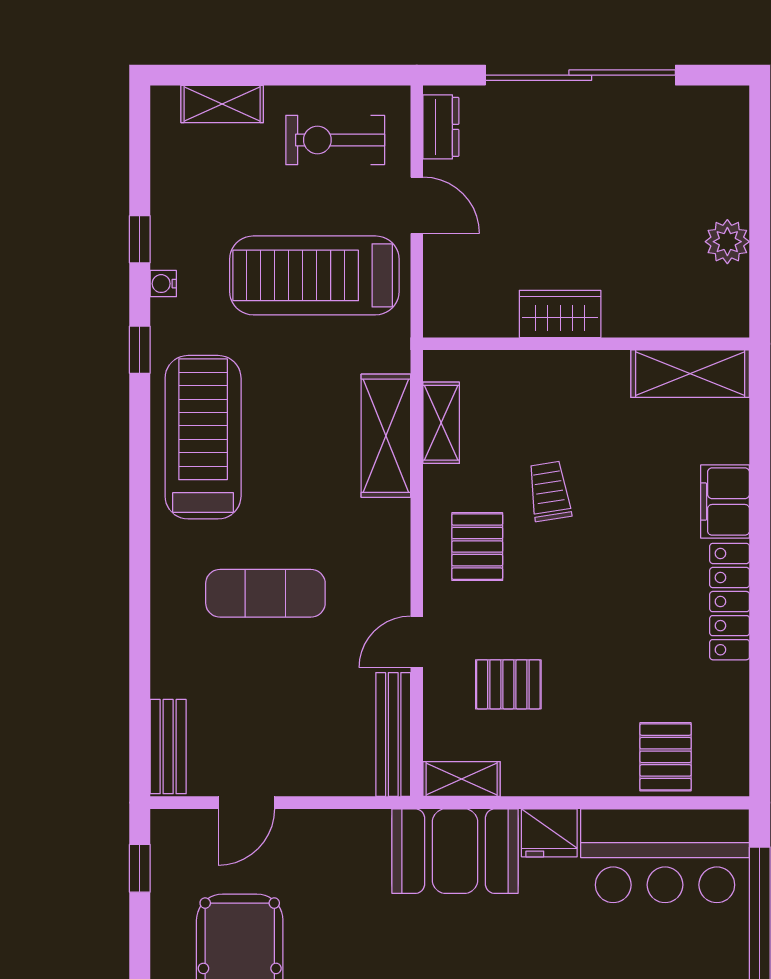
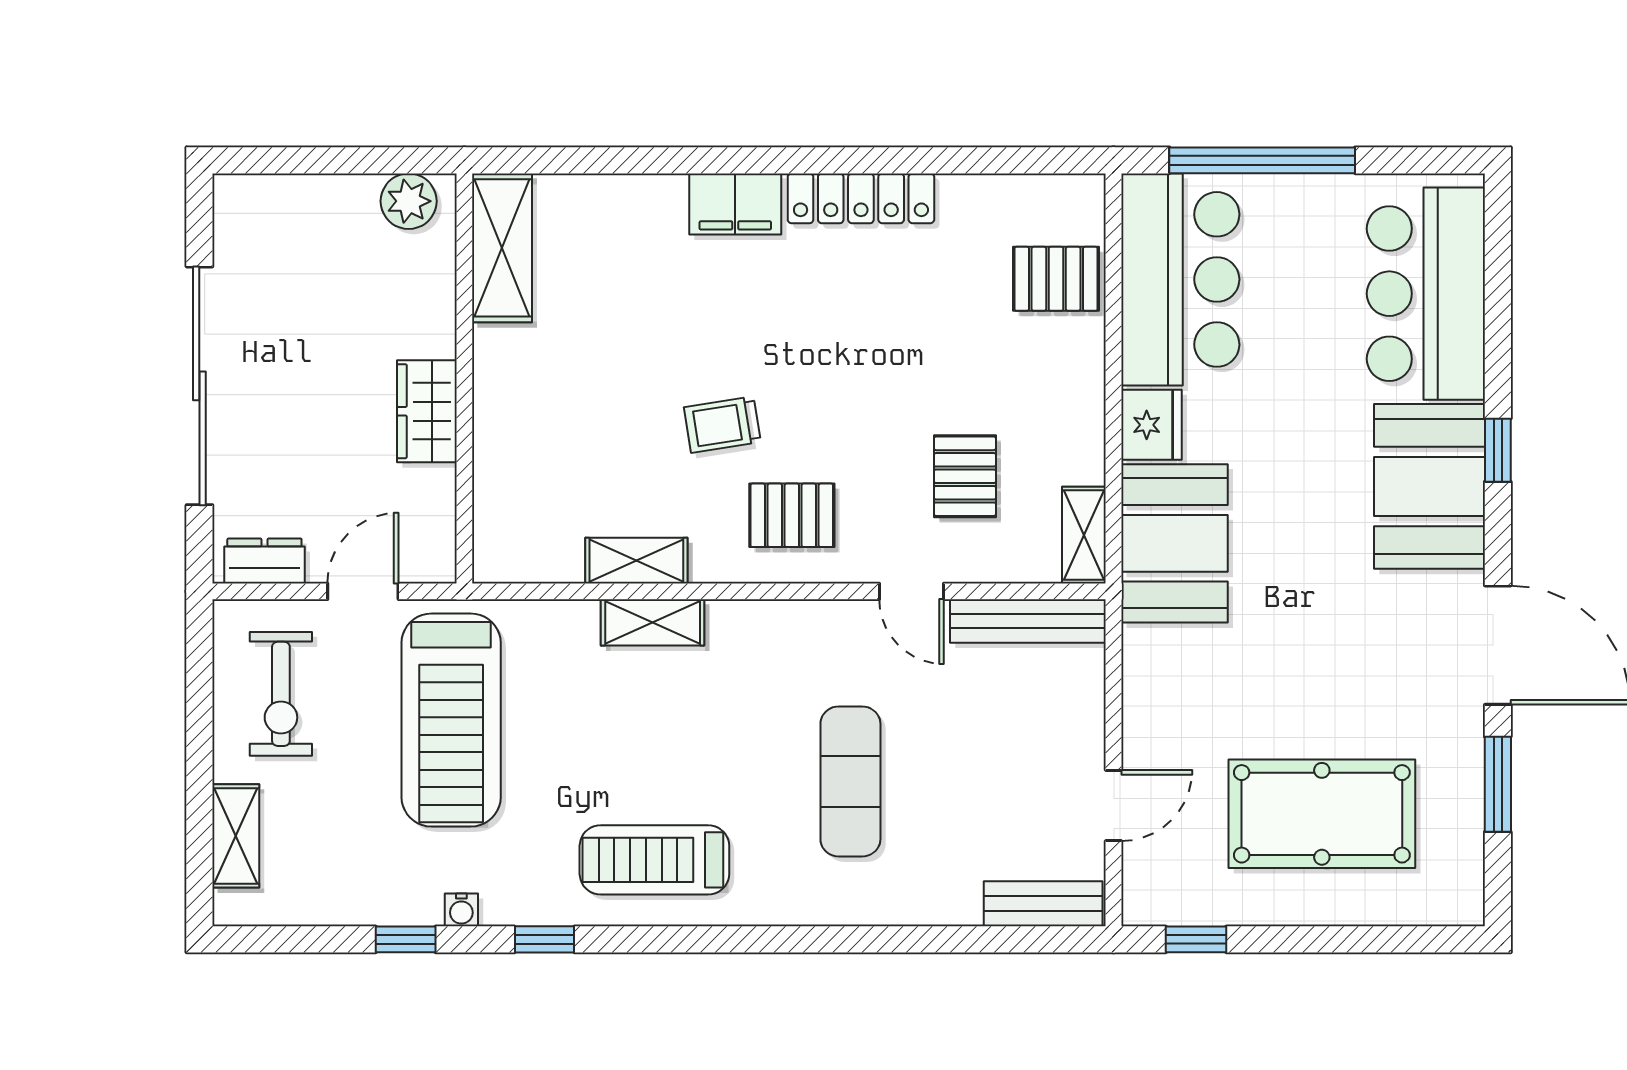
wardrobe: (560, 314) -> (427, 411), moved
wall: (586, 344) -> (464, 378), moved
shelving: (690, 374) -> (502, 248), moved
shelving: (386, 436) -> (653, 622), width x0.67, depth x0.75
treadmill: (203, 437) -> (654, 860), width x0.73, depth x0.73
door: (246, 803) -> (1114, 805), hinge flipped

